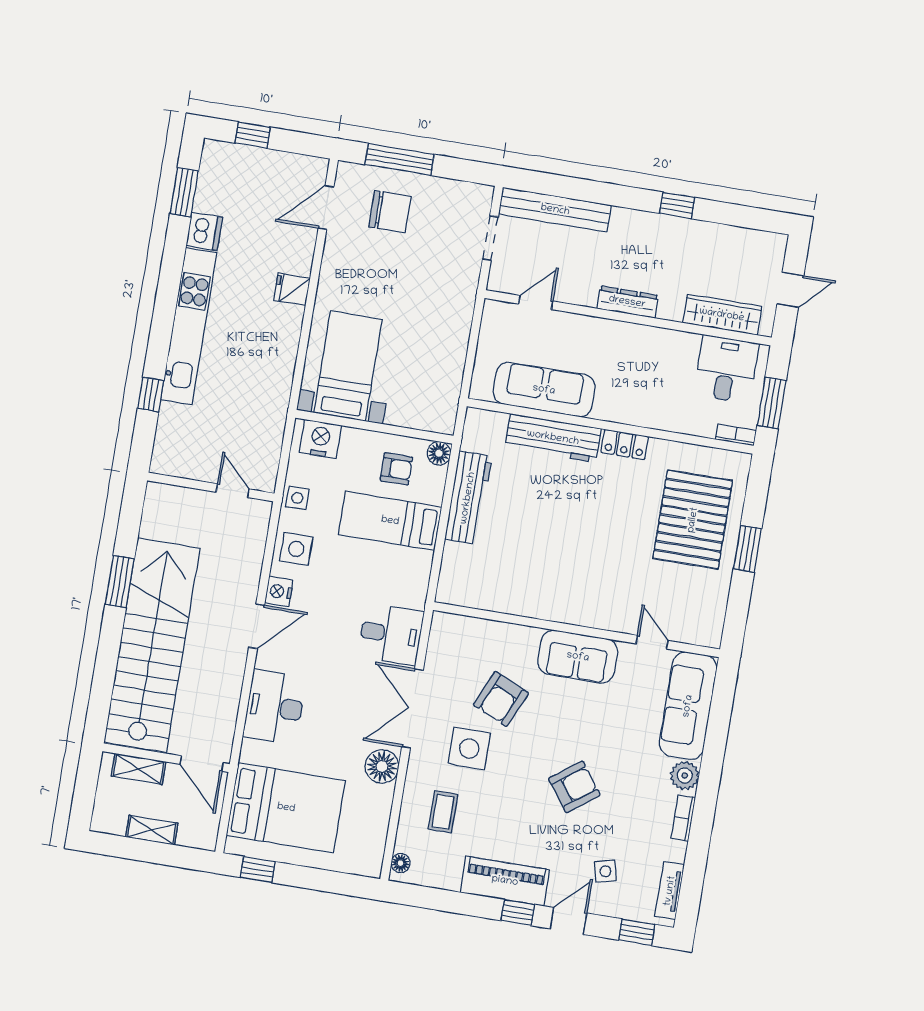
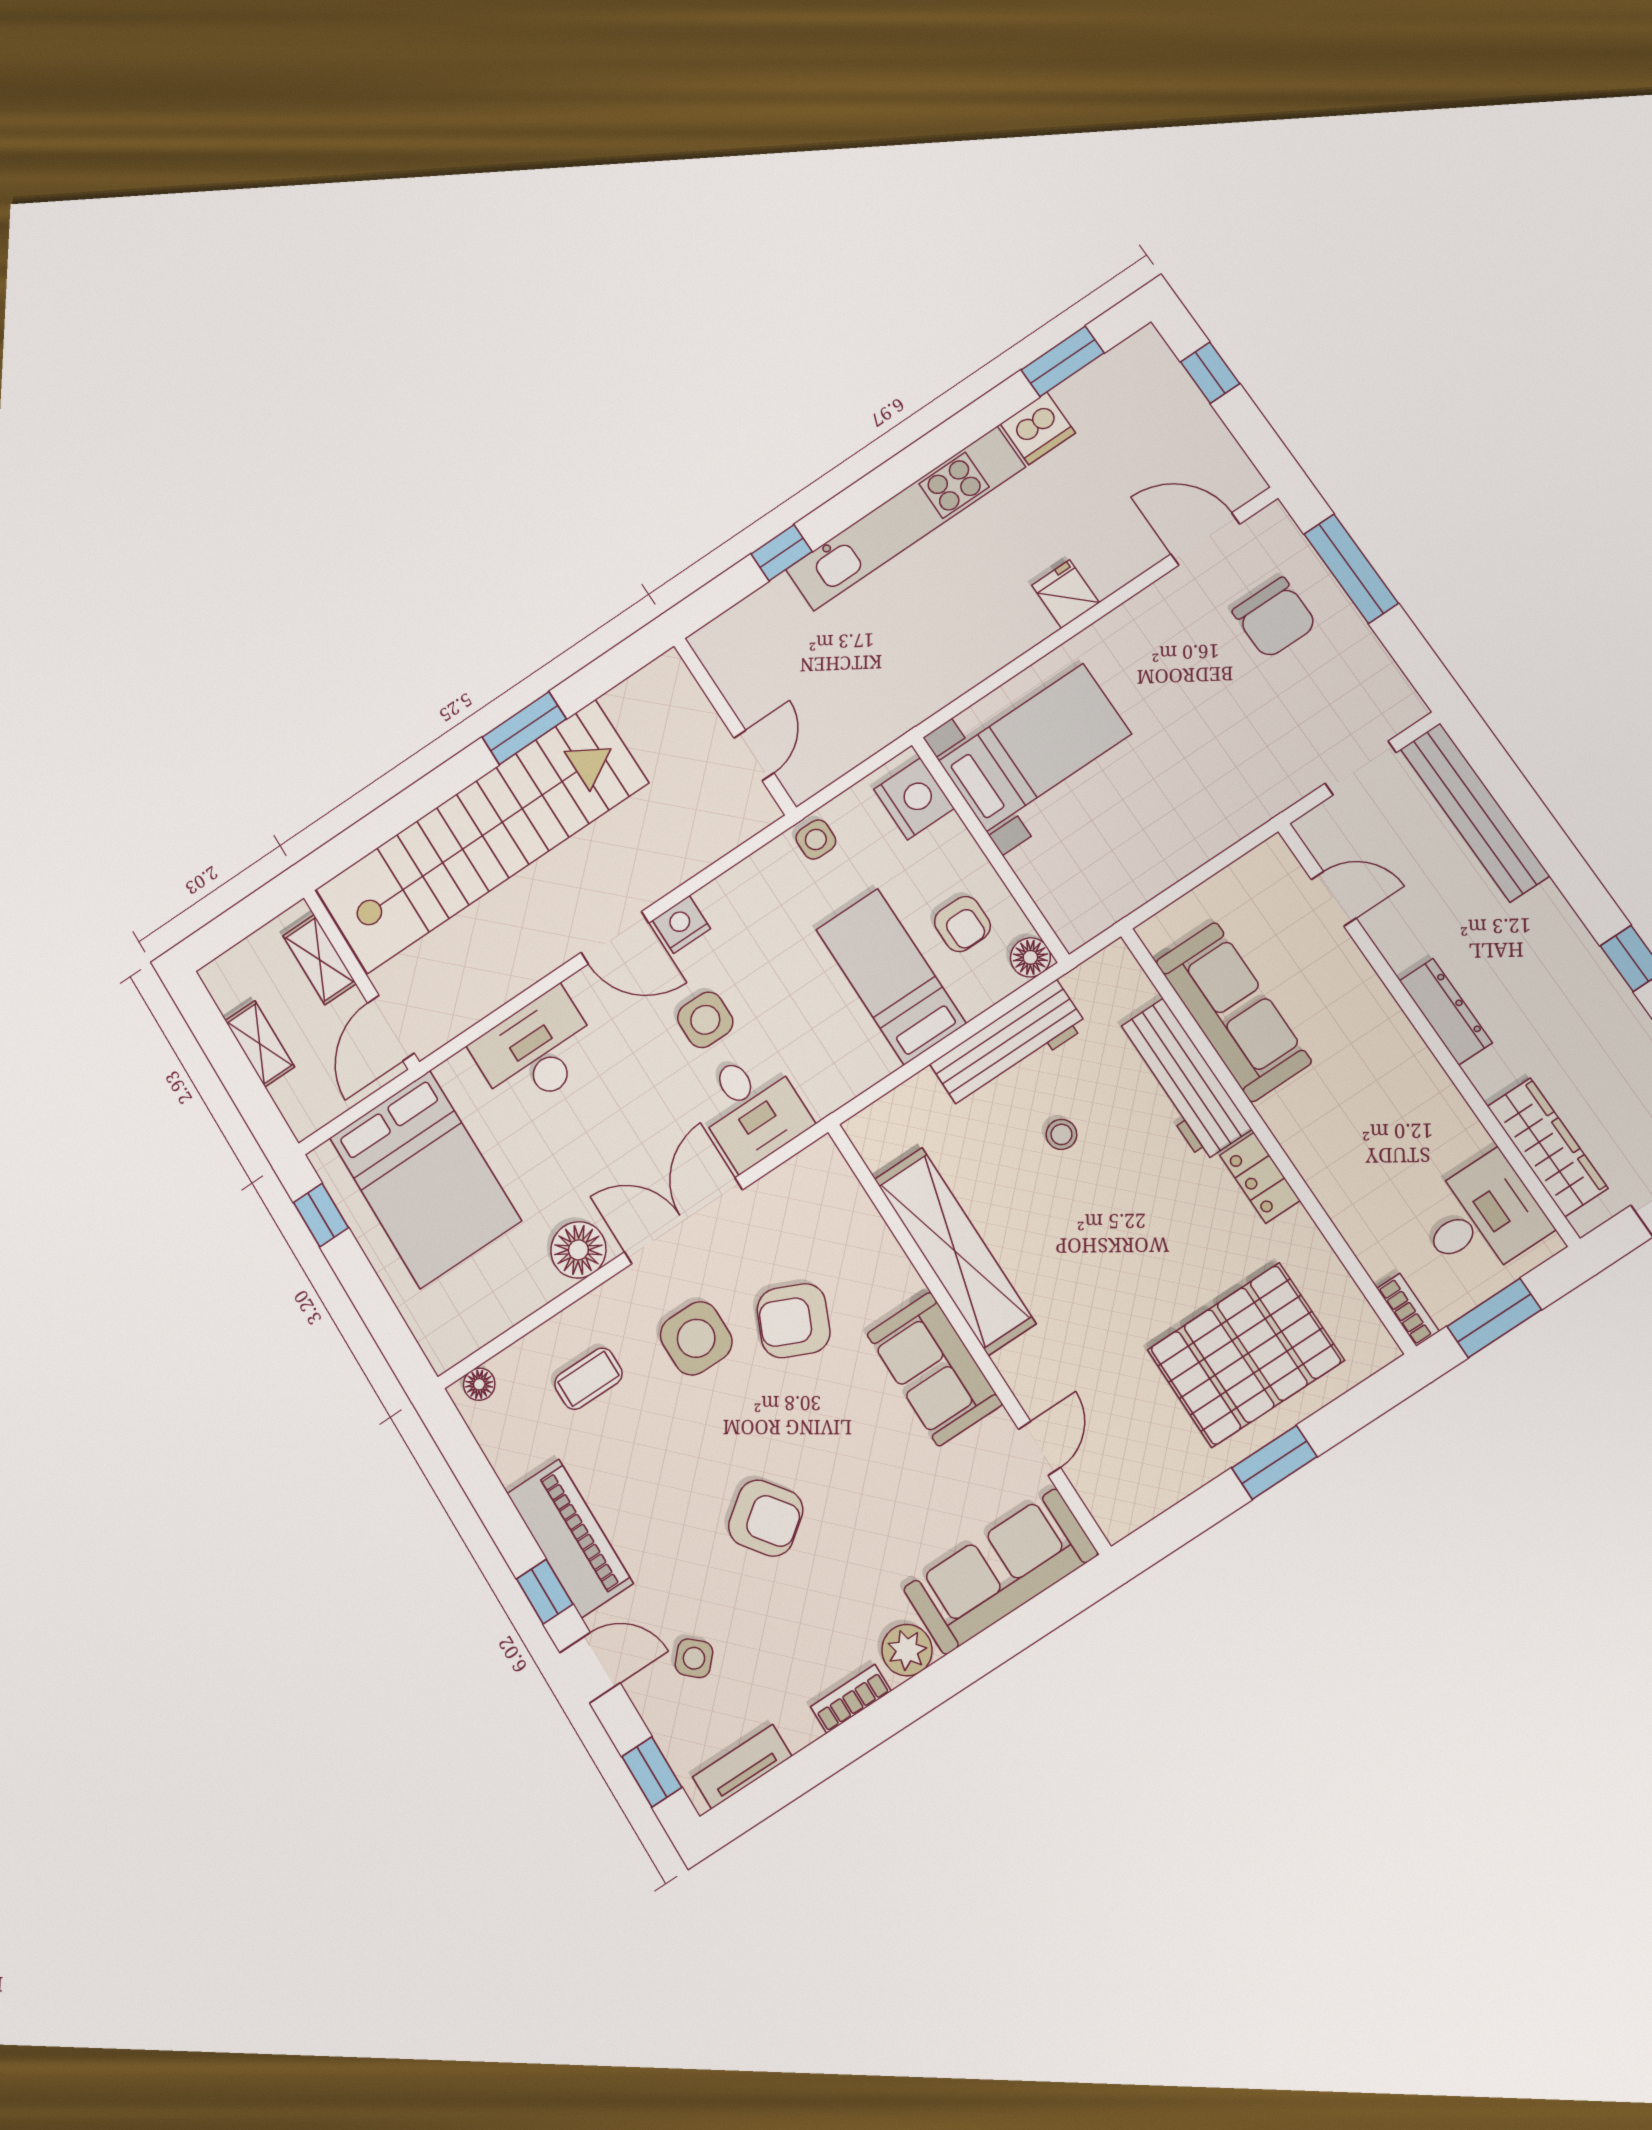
stool: (528, 511) -> (1061, 1134), added
side table: (296, 549) -> (705, 1020), moved
shelving: (536, 602) -> (955, 1251), added
side table: (605, 871) -> (694, 1658), turned -34

